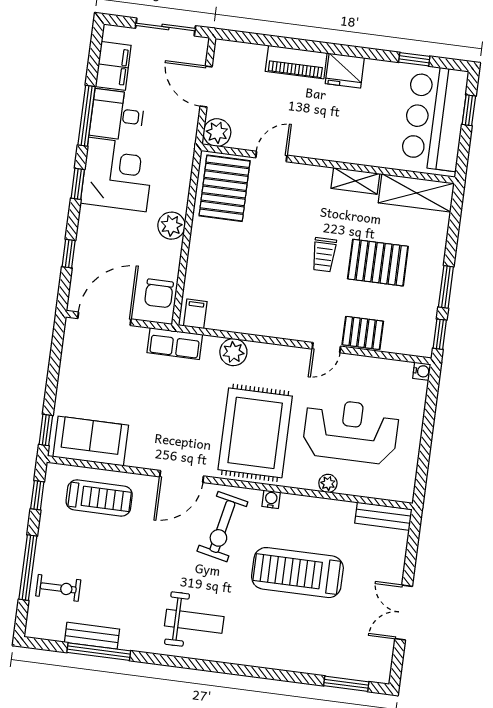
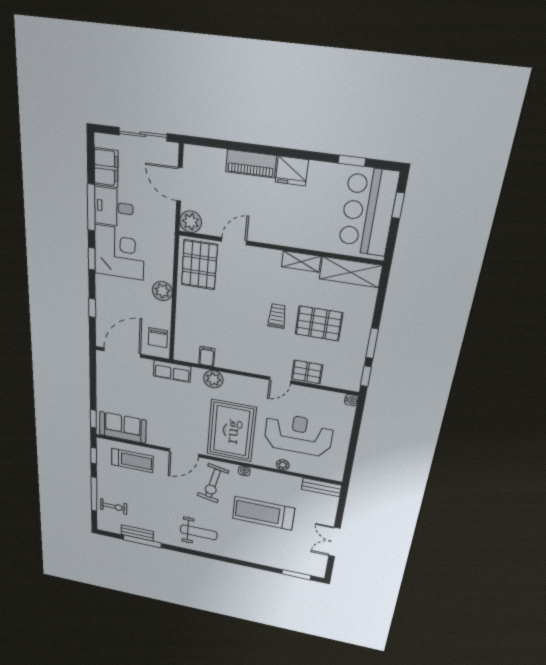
trolley: (324, 255) -> (277, 316), turned 180
filing cabinet: (195, 314) -> (207, 356), moved

